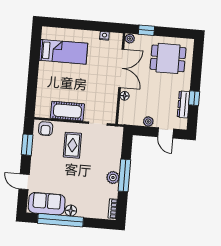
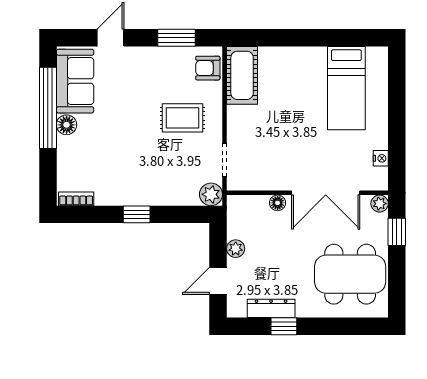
dining table: (168, 58) -> (350, 274), width x1.38
cot: (67, 111) -> (242, 75), moved
window: (124, 175) -> (137, 214), width x0.46
plant: (113, 178) -> (211, 194), moved

